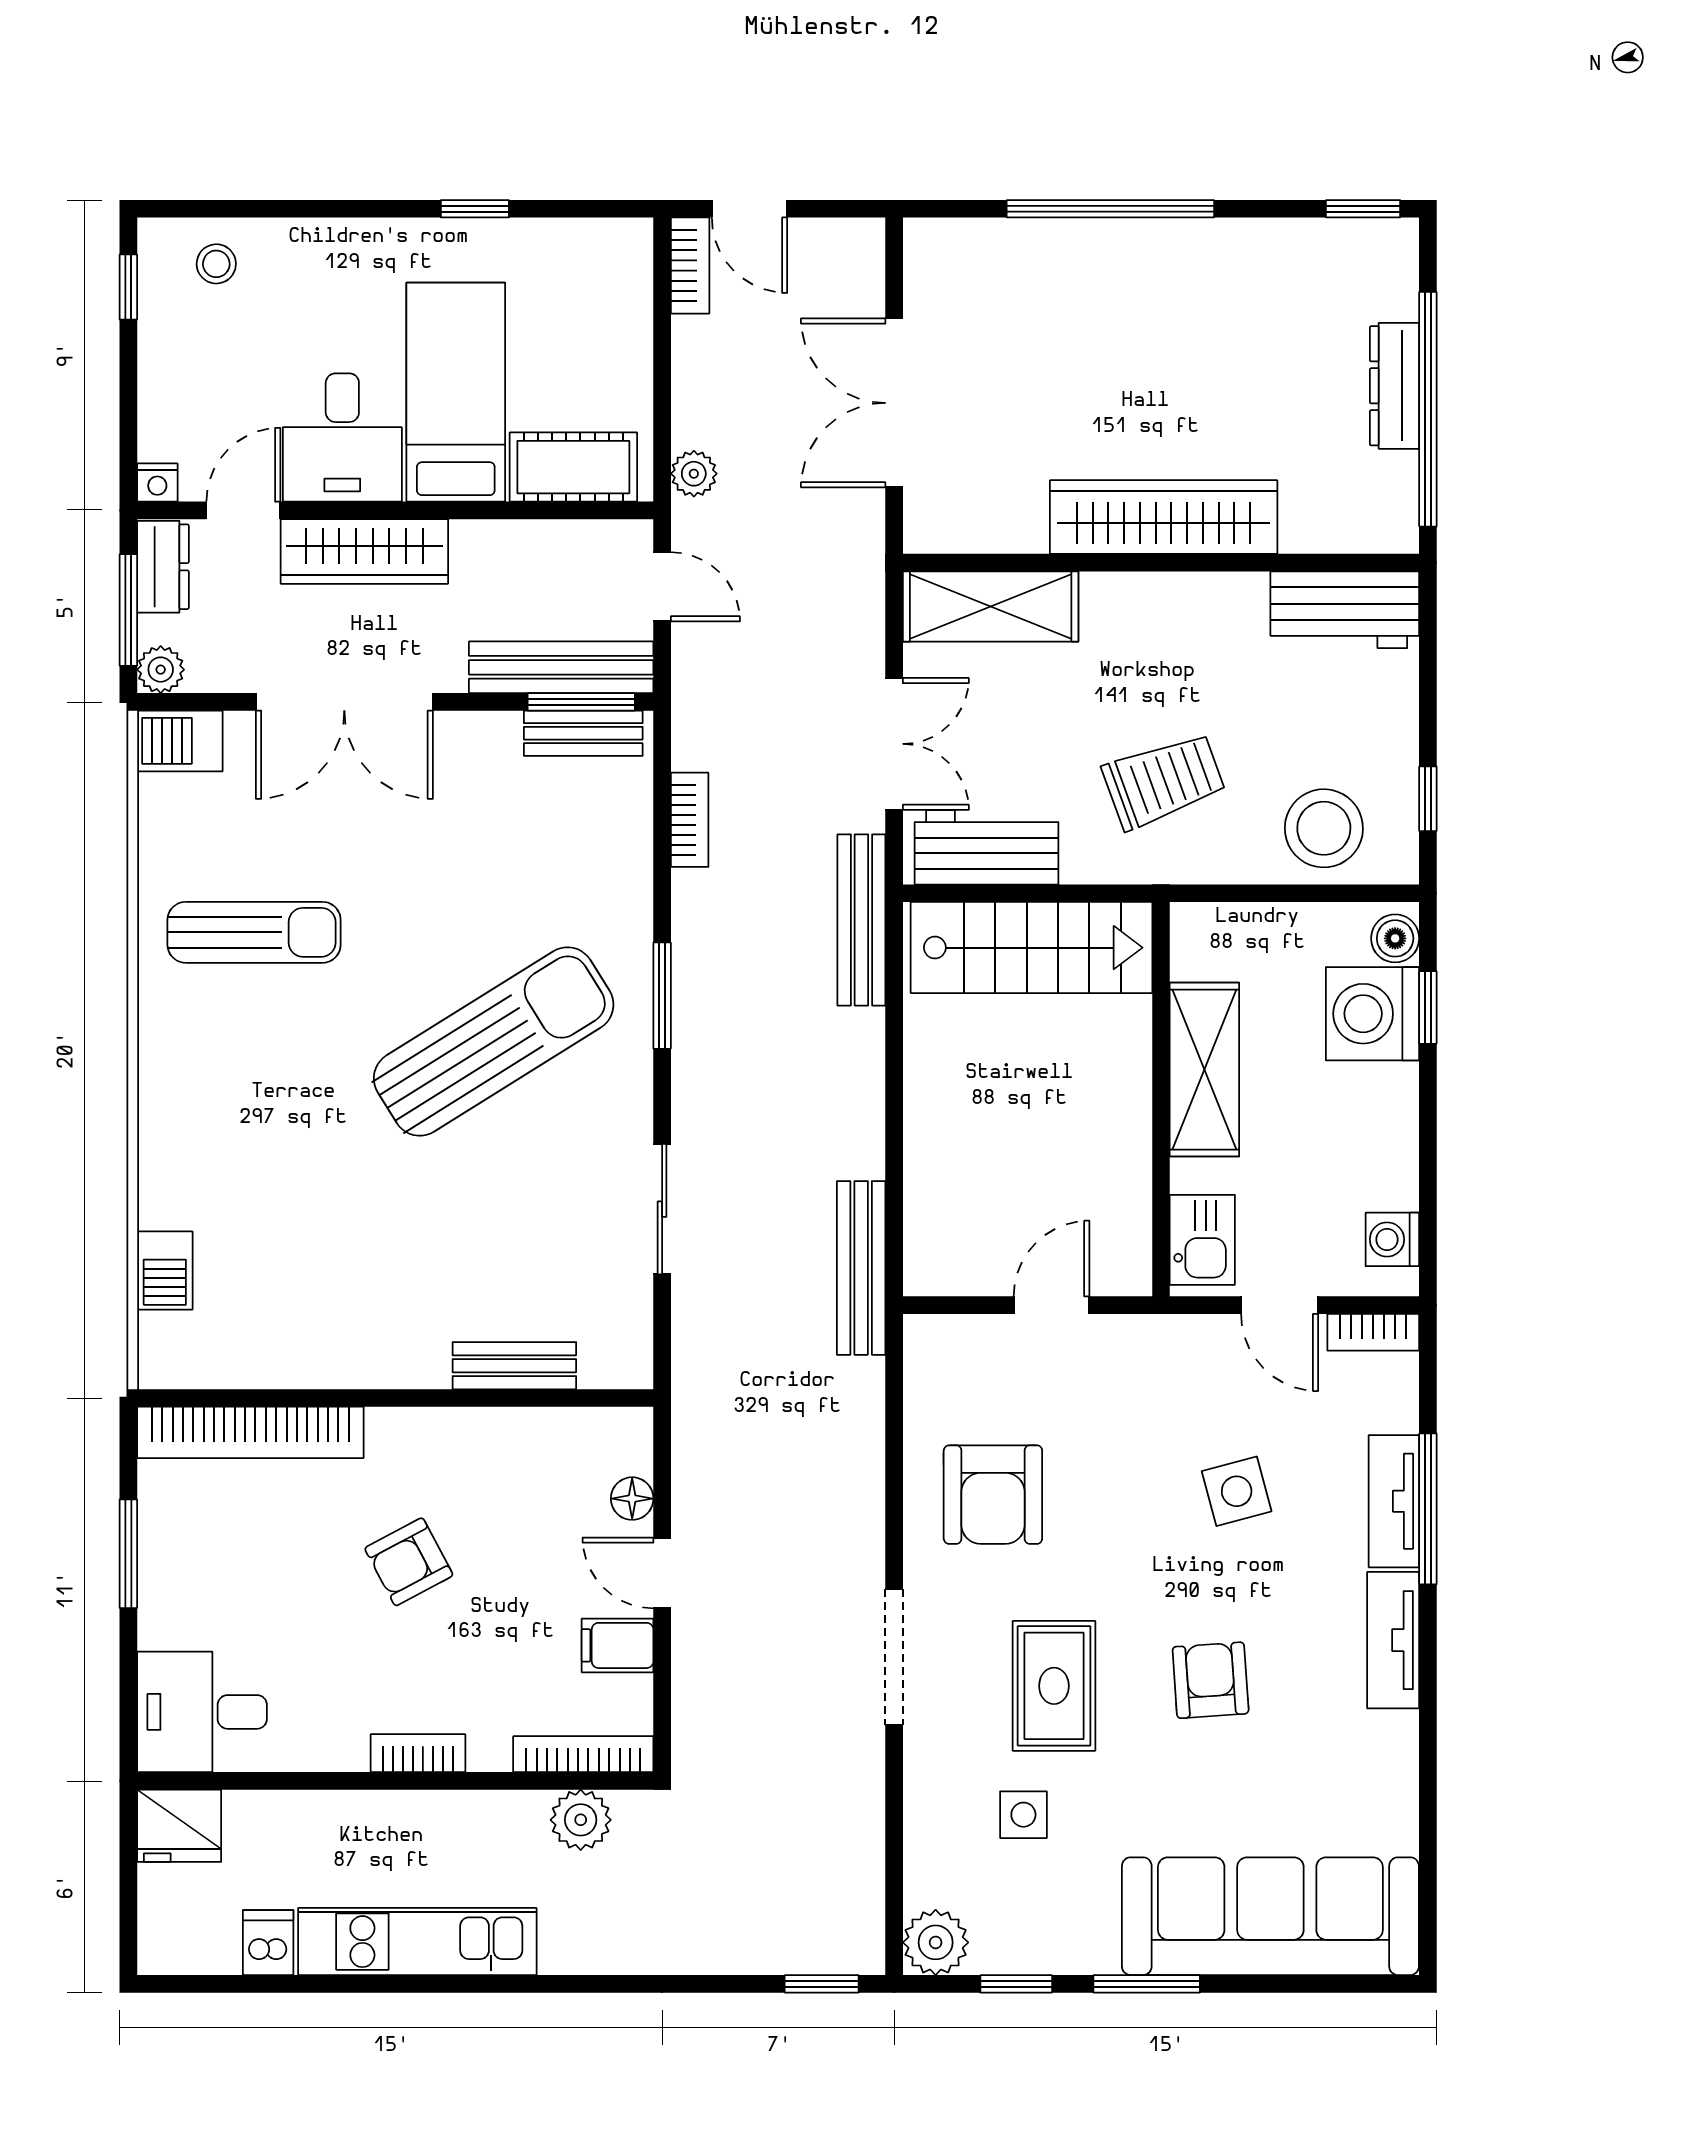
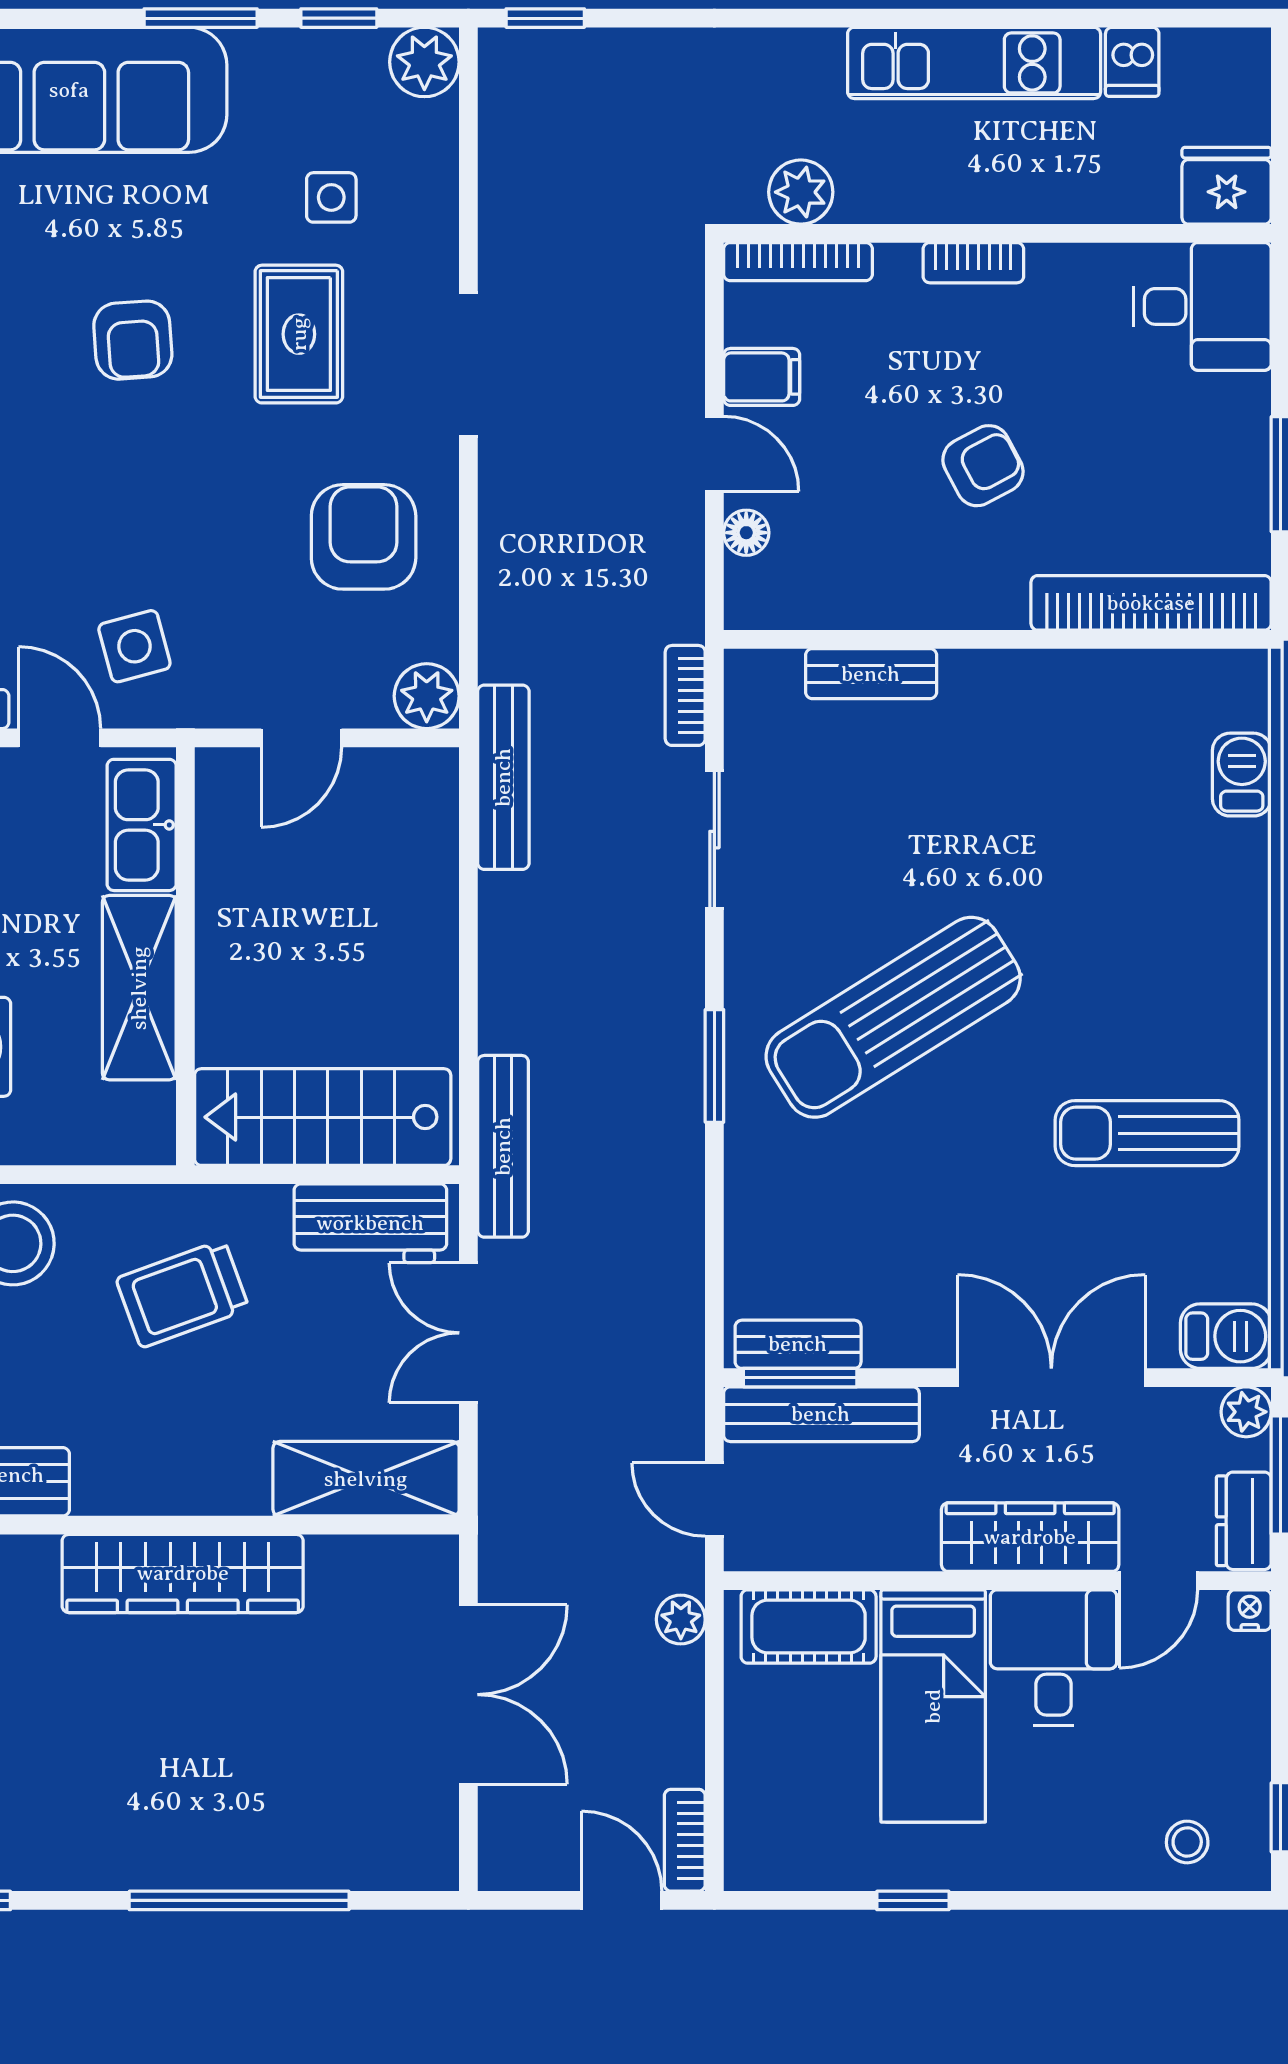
bookcase: (690, 820) -> (685, 695), moved
kitchen sink: (1202, 1240) -> (142, 825), width x1.38
plant: (933, 1344) -> (427, 696), added
side table: (1237, 1491) -> (134, 646), moved

